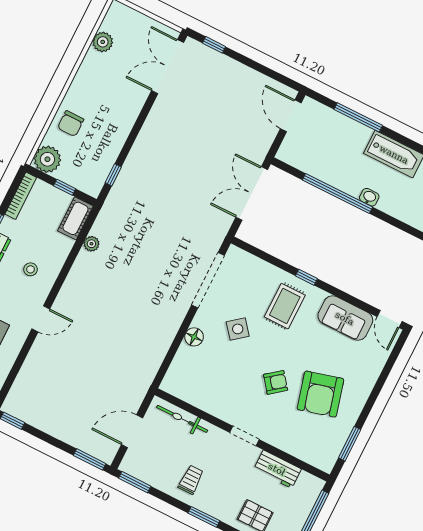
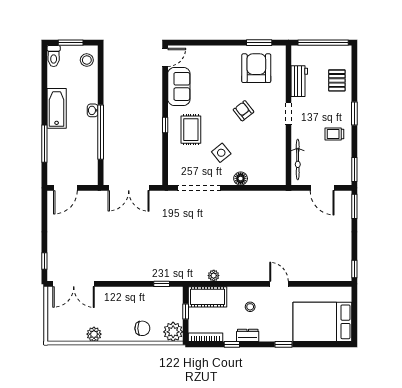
plant: (103, 42) -> (94, 334), moved
cot: (75, 218) -> (207, 297), width x1.37, depth x1.34
rug: (285, 306) -> (191, 130), turned 90
armchair: (320, 394) -> (256, 68), moved, turned -75

